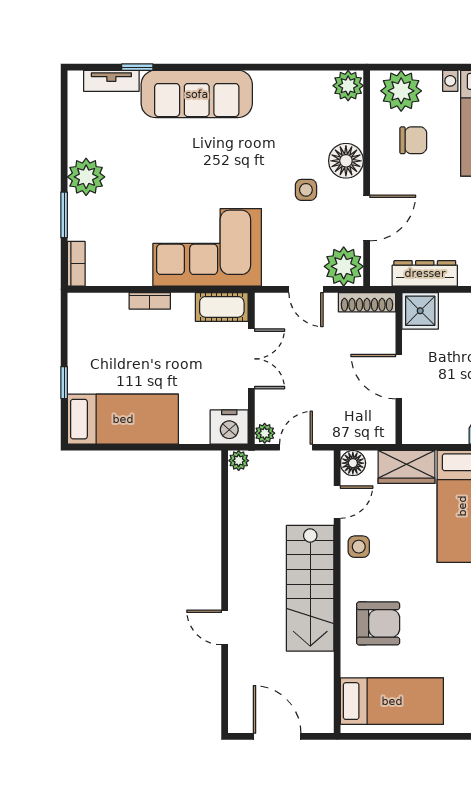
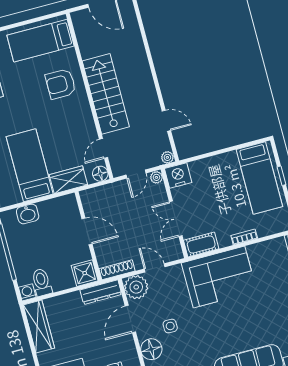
dresser: (425, 273) -> (101, 292), moved
bed: (123, 419) -> (259, 178), moved, turned -90
side table: (359, 547) -> (84, 126), removed
door: (225, 627) -> (166, 121), moved

